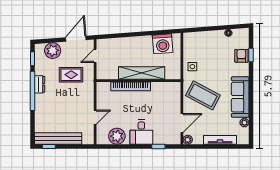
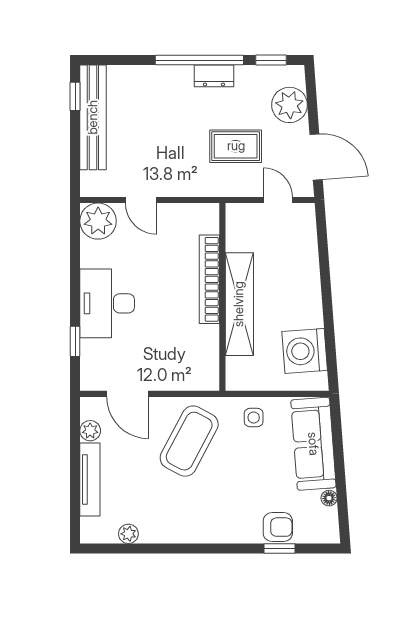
rug: (71, 75) -> (236, 146), turned 90
sofa: (240, 97) -> (313, 444), moved, turned -94
desk: (141, 132) -> (107, 303), width x1.37
plant: (117, 136) -> (98, 221), moved
plant: (188, 140) -> (90, 431), moved

